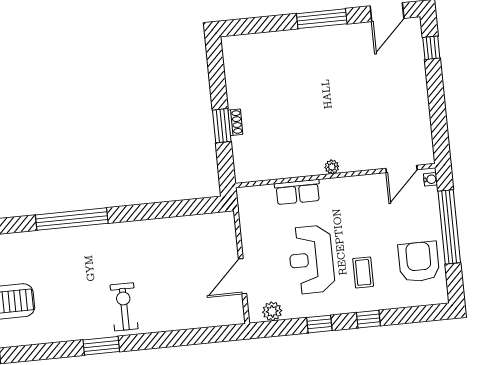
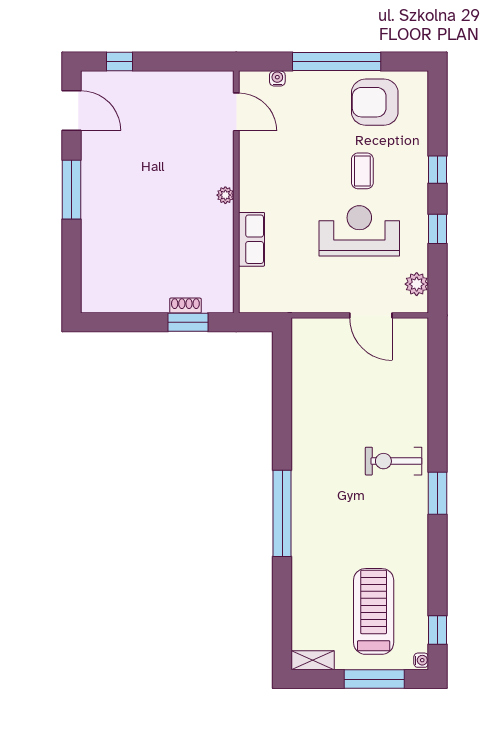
plant: (332, 167) -> (225, 195), moved
door: (401, 169) -> (236, 112), moved
wall: (335, 176) -> (236, 192), moved
row of seats: (298, 192) -> (251, 239), moved
reception desk: (311, 260) -> (359, 231), turned 180
coffee table: (363, 272) -> (362, 171), moved, turned 90

